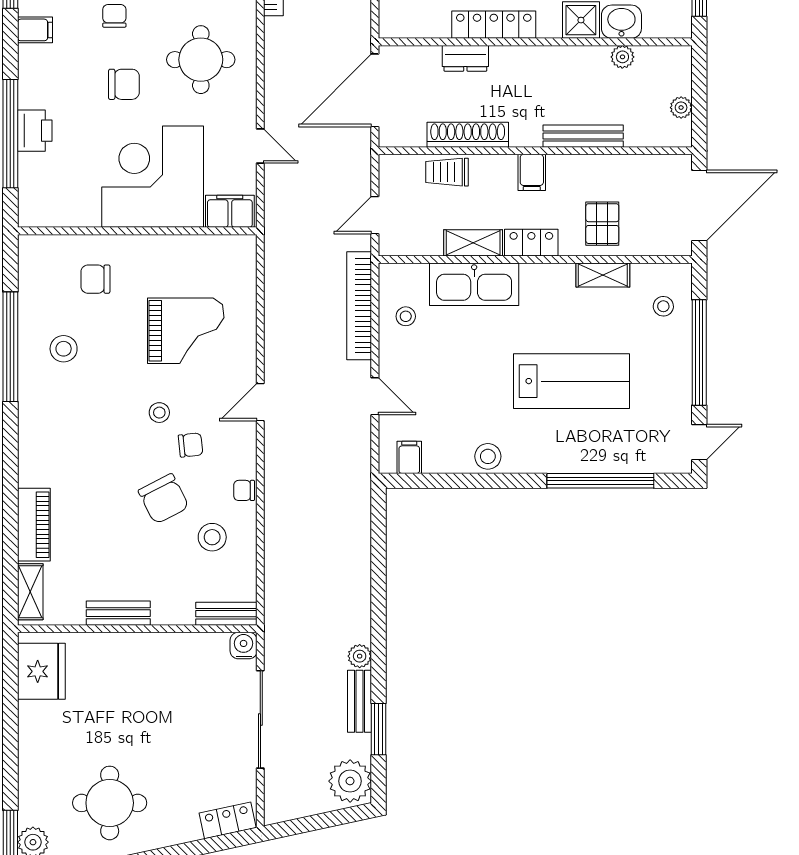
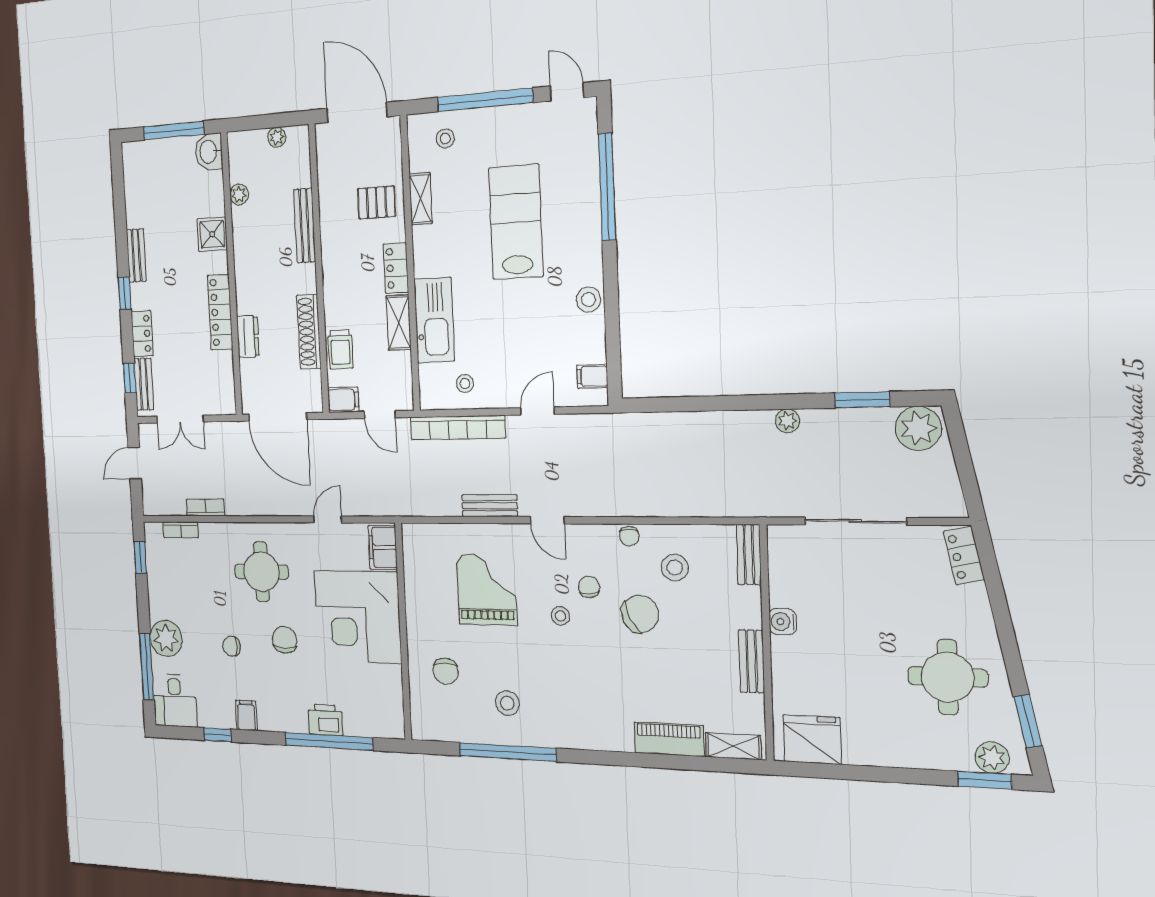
washbasin: (621, 22) -> (209, 152), moved
filing cabinet: (532, 172) -> (343, 400), moved
water cooler: (244, 646) -> (783, 622), moved
bench: (360, 701) -> (490, 506), moved

